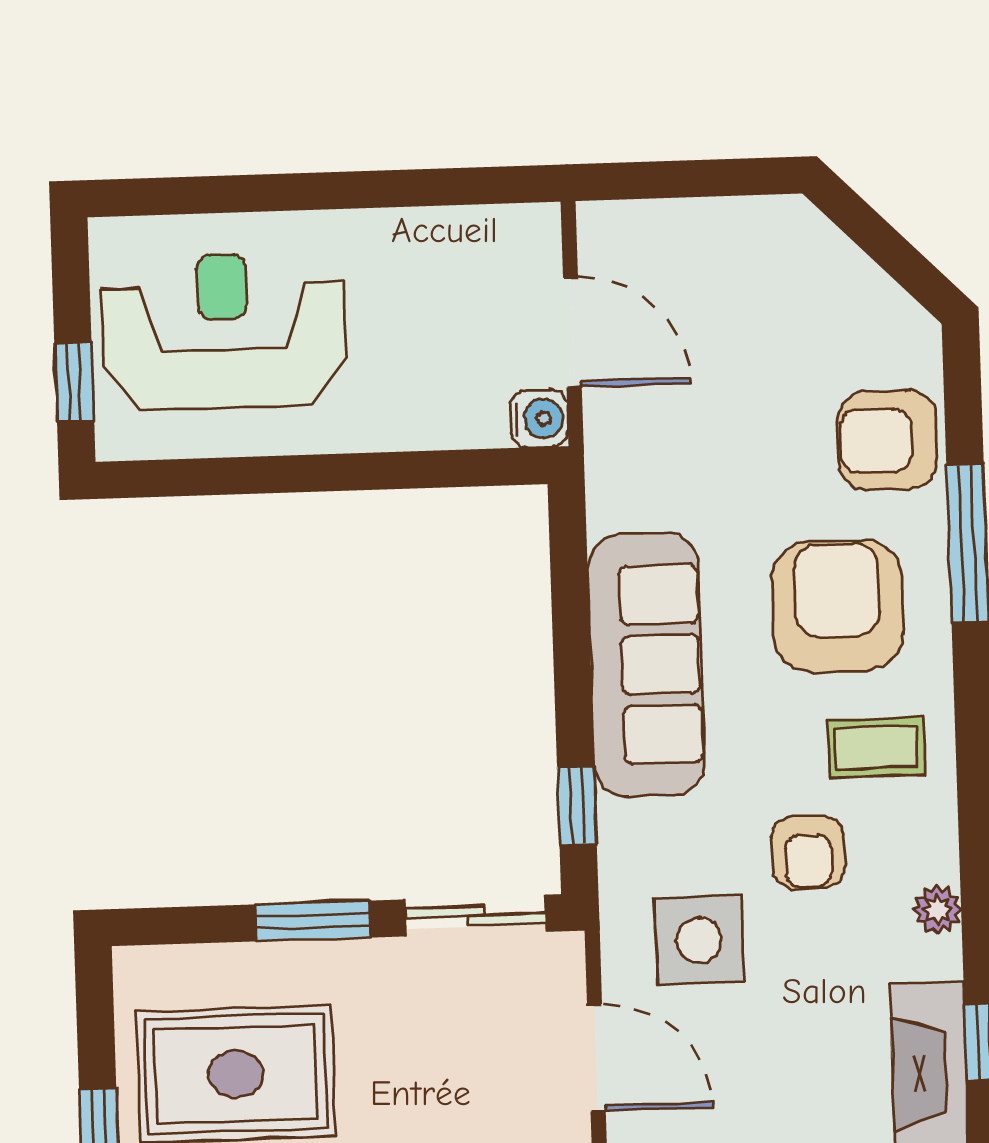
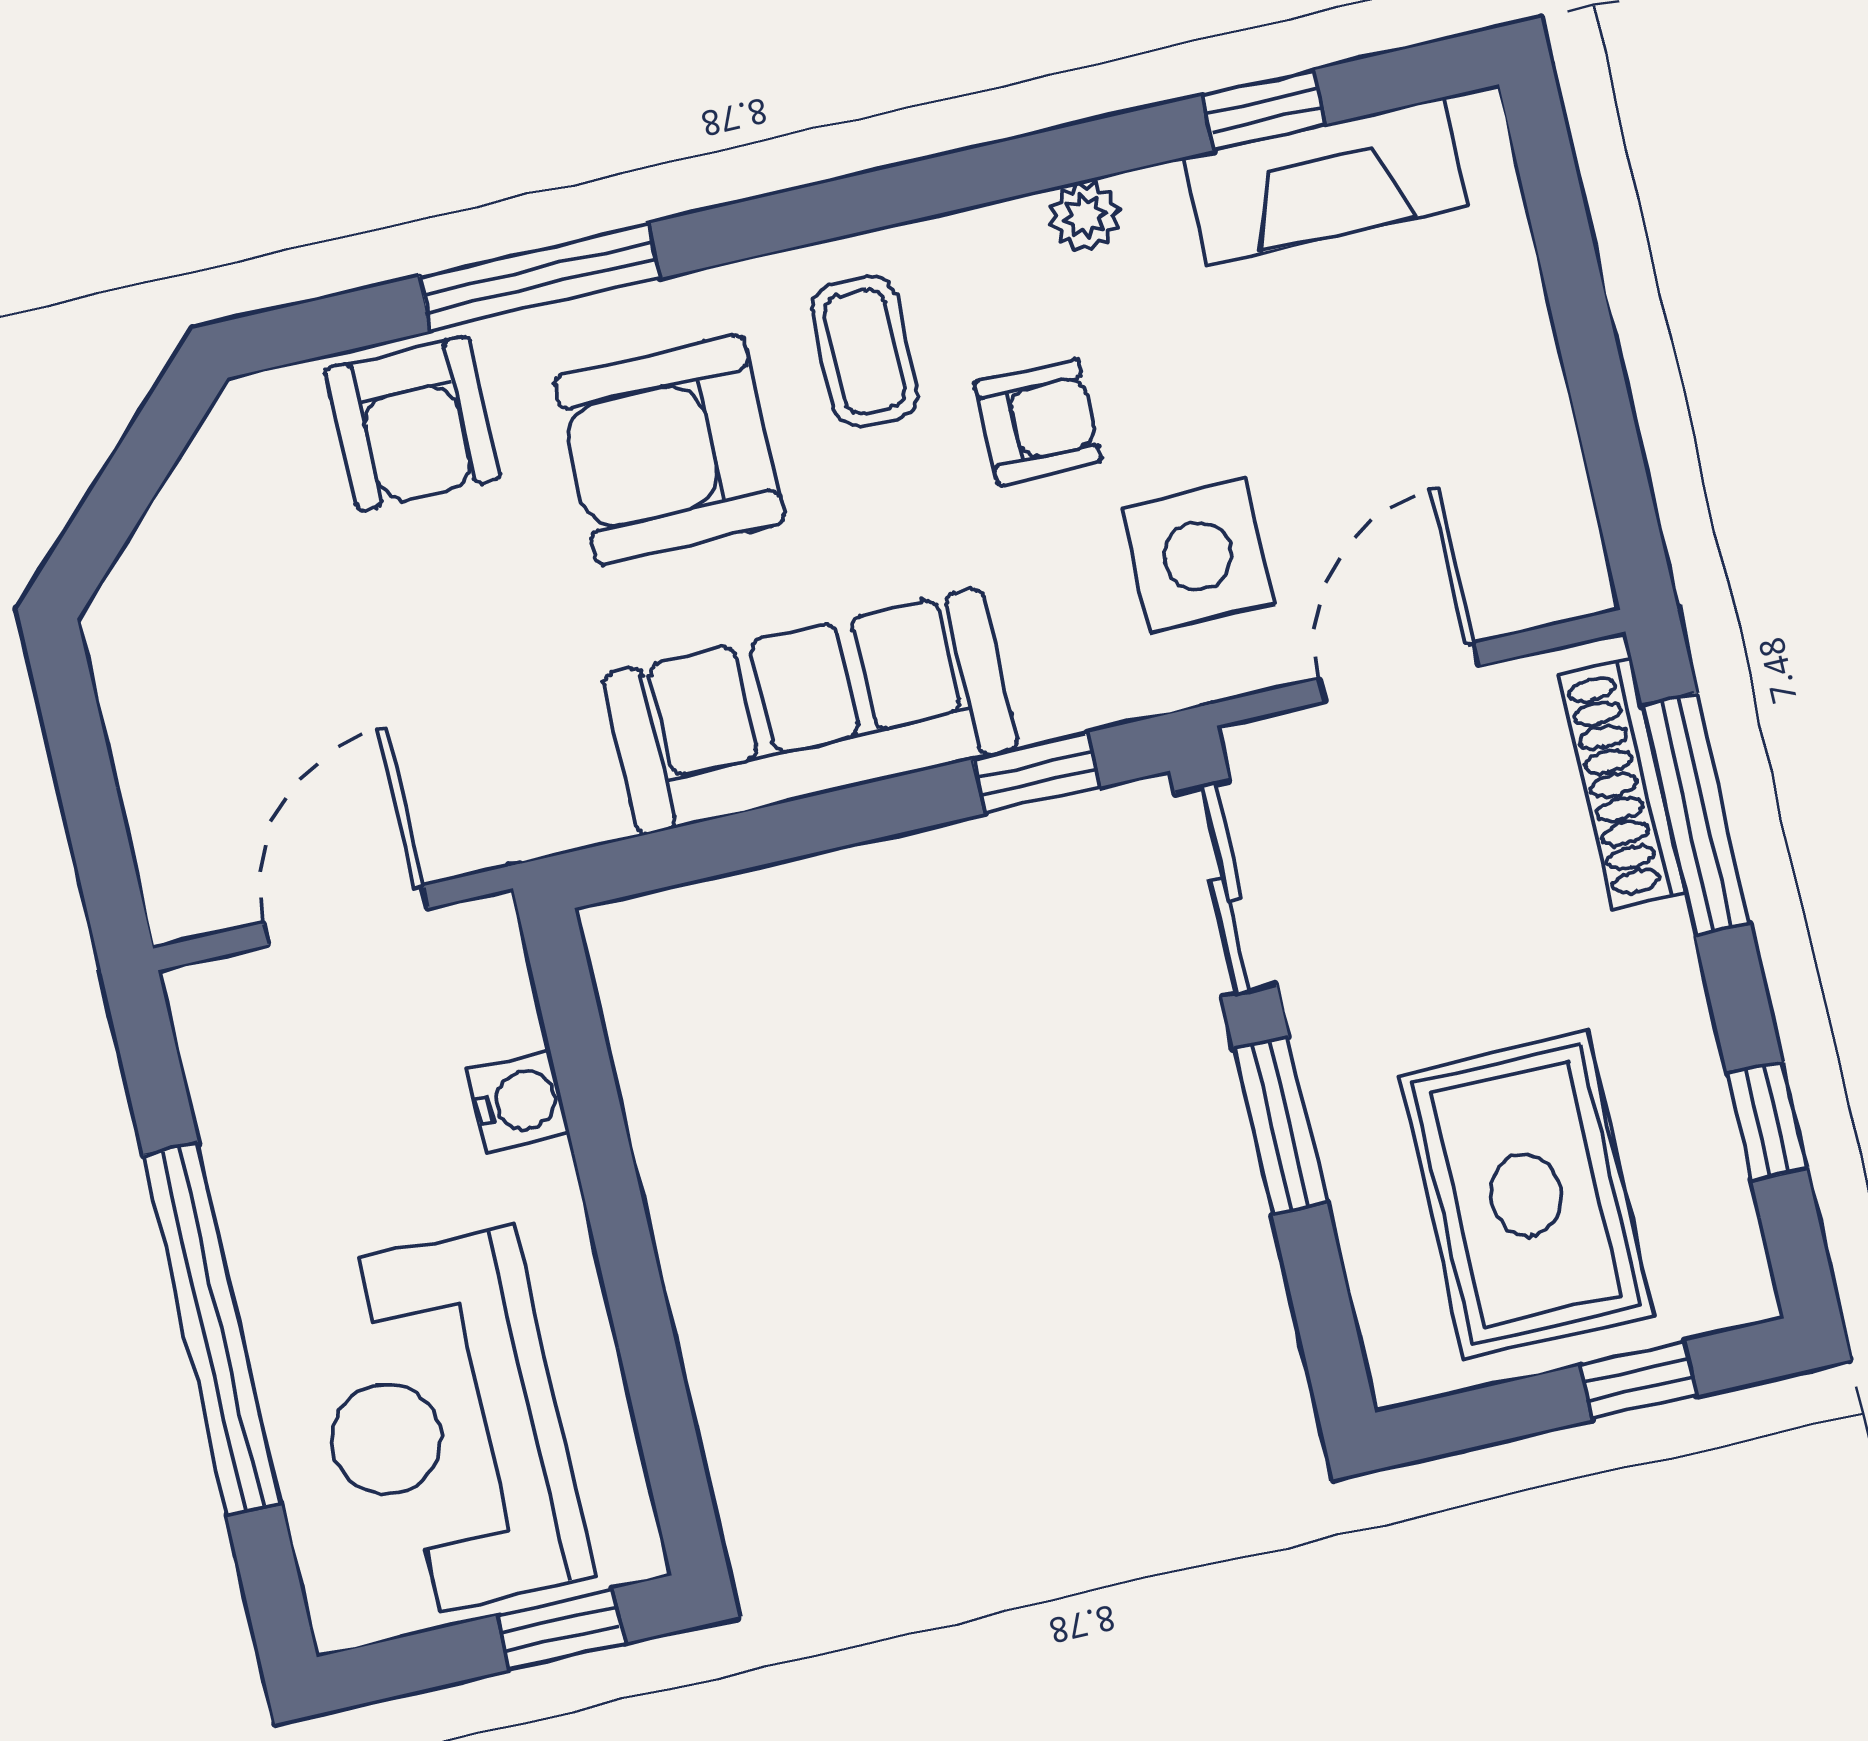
window: (317, 191) -> (212, 1329), added
water cooler: (539, 419) -> (519, 1102), moved, turned 90

